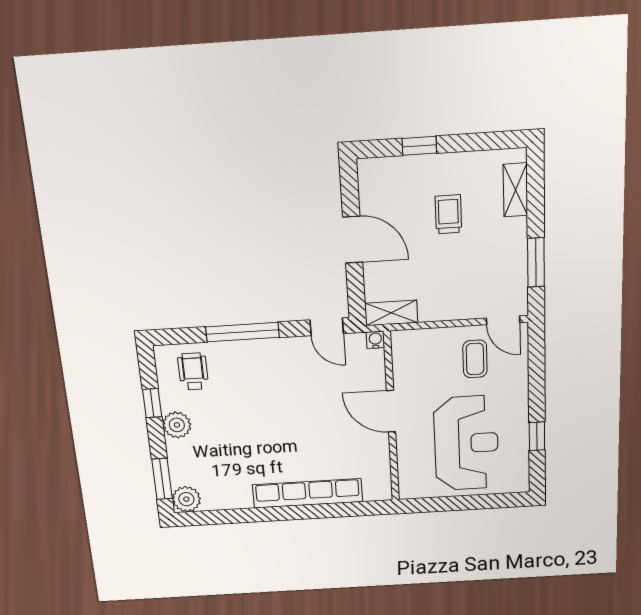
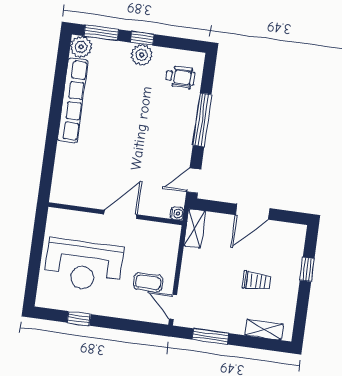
door: (503, 320) -> (173, 307), hinge flipped
window: (152, 403) -> (142, 38), moved
row of seats: (308, 493) -> (73, 100), moved

